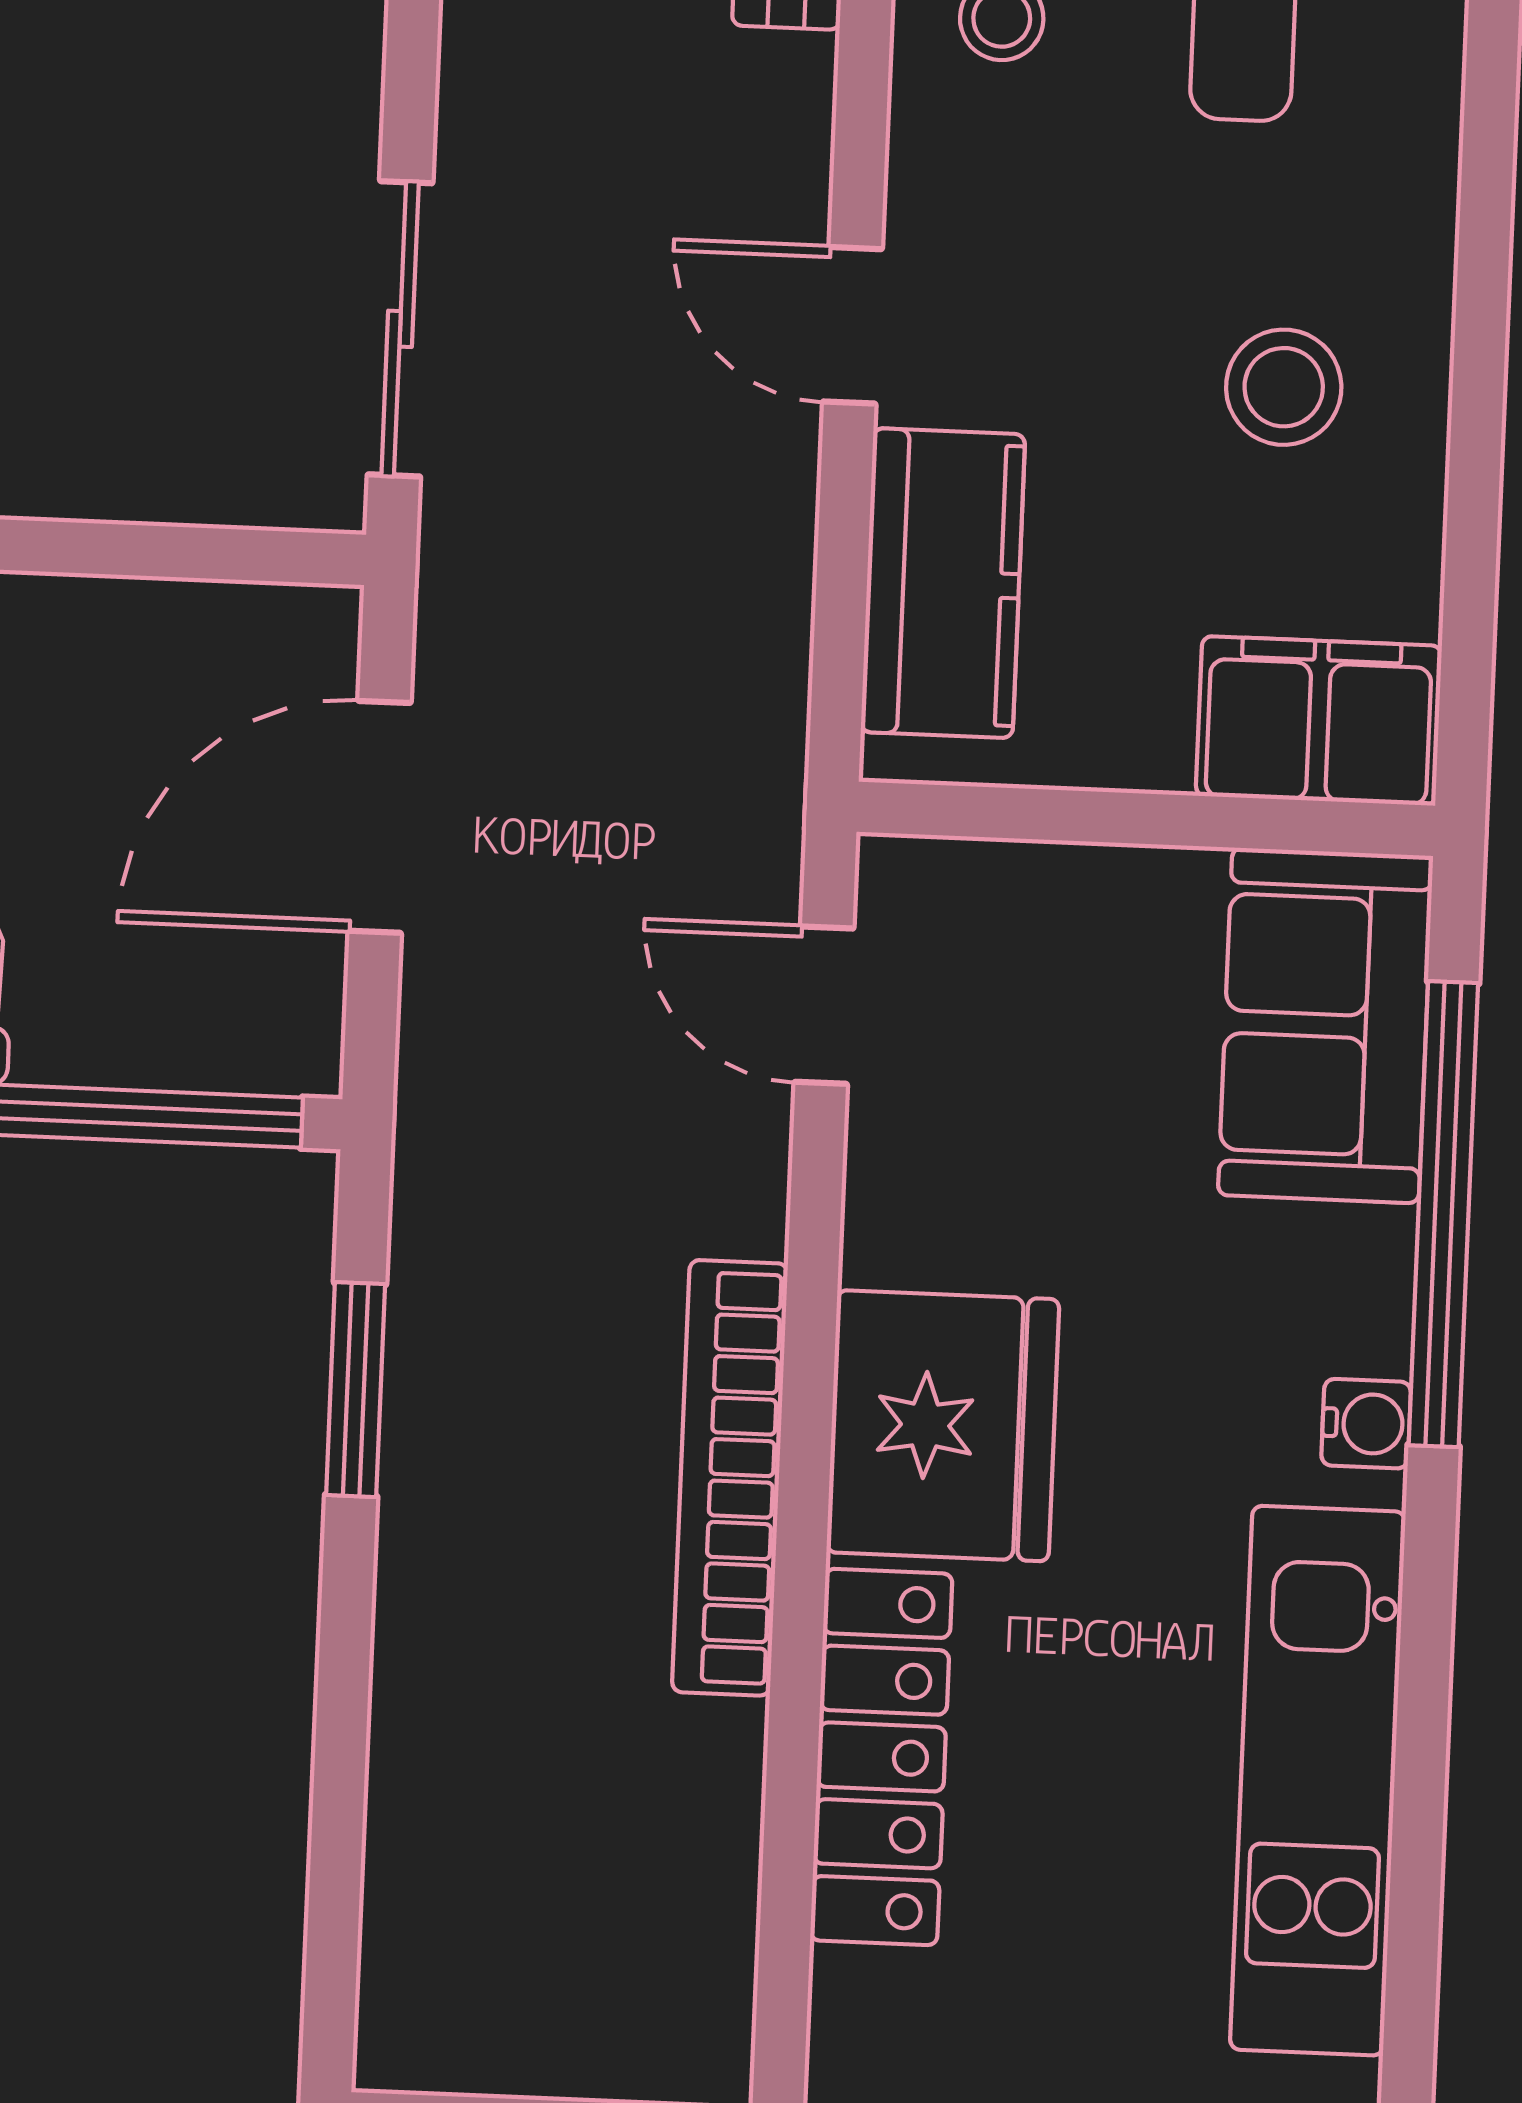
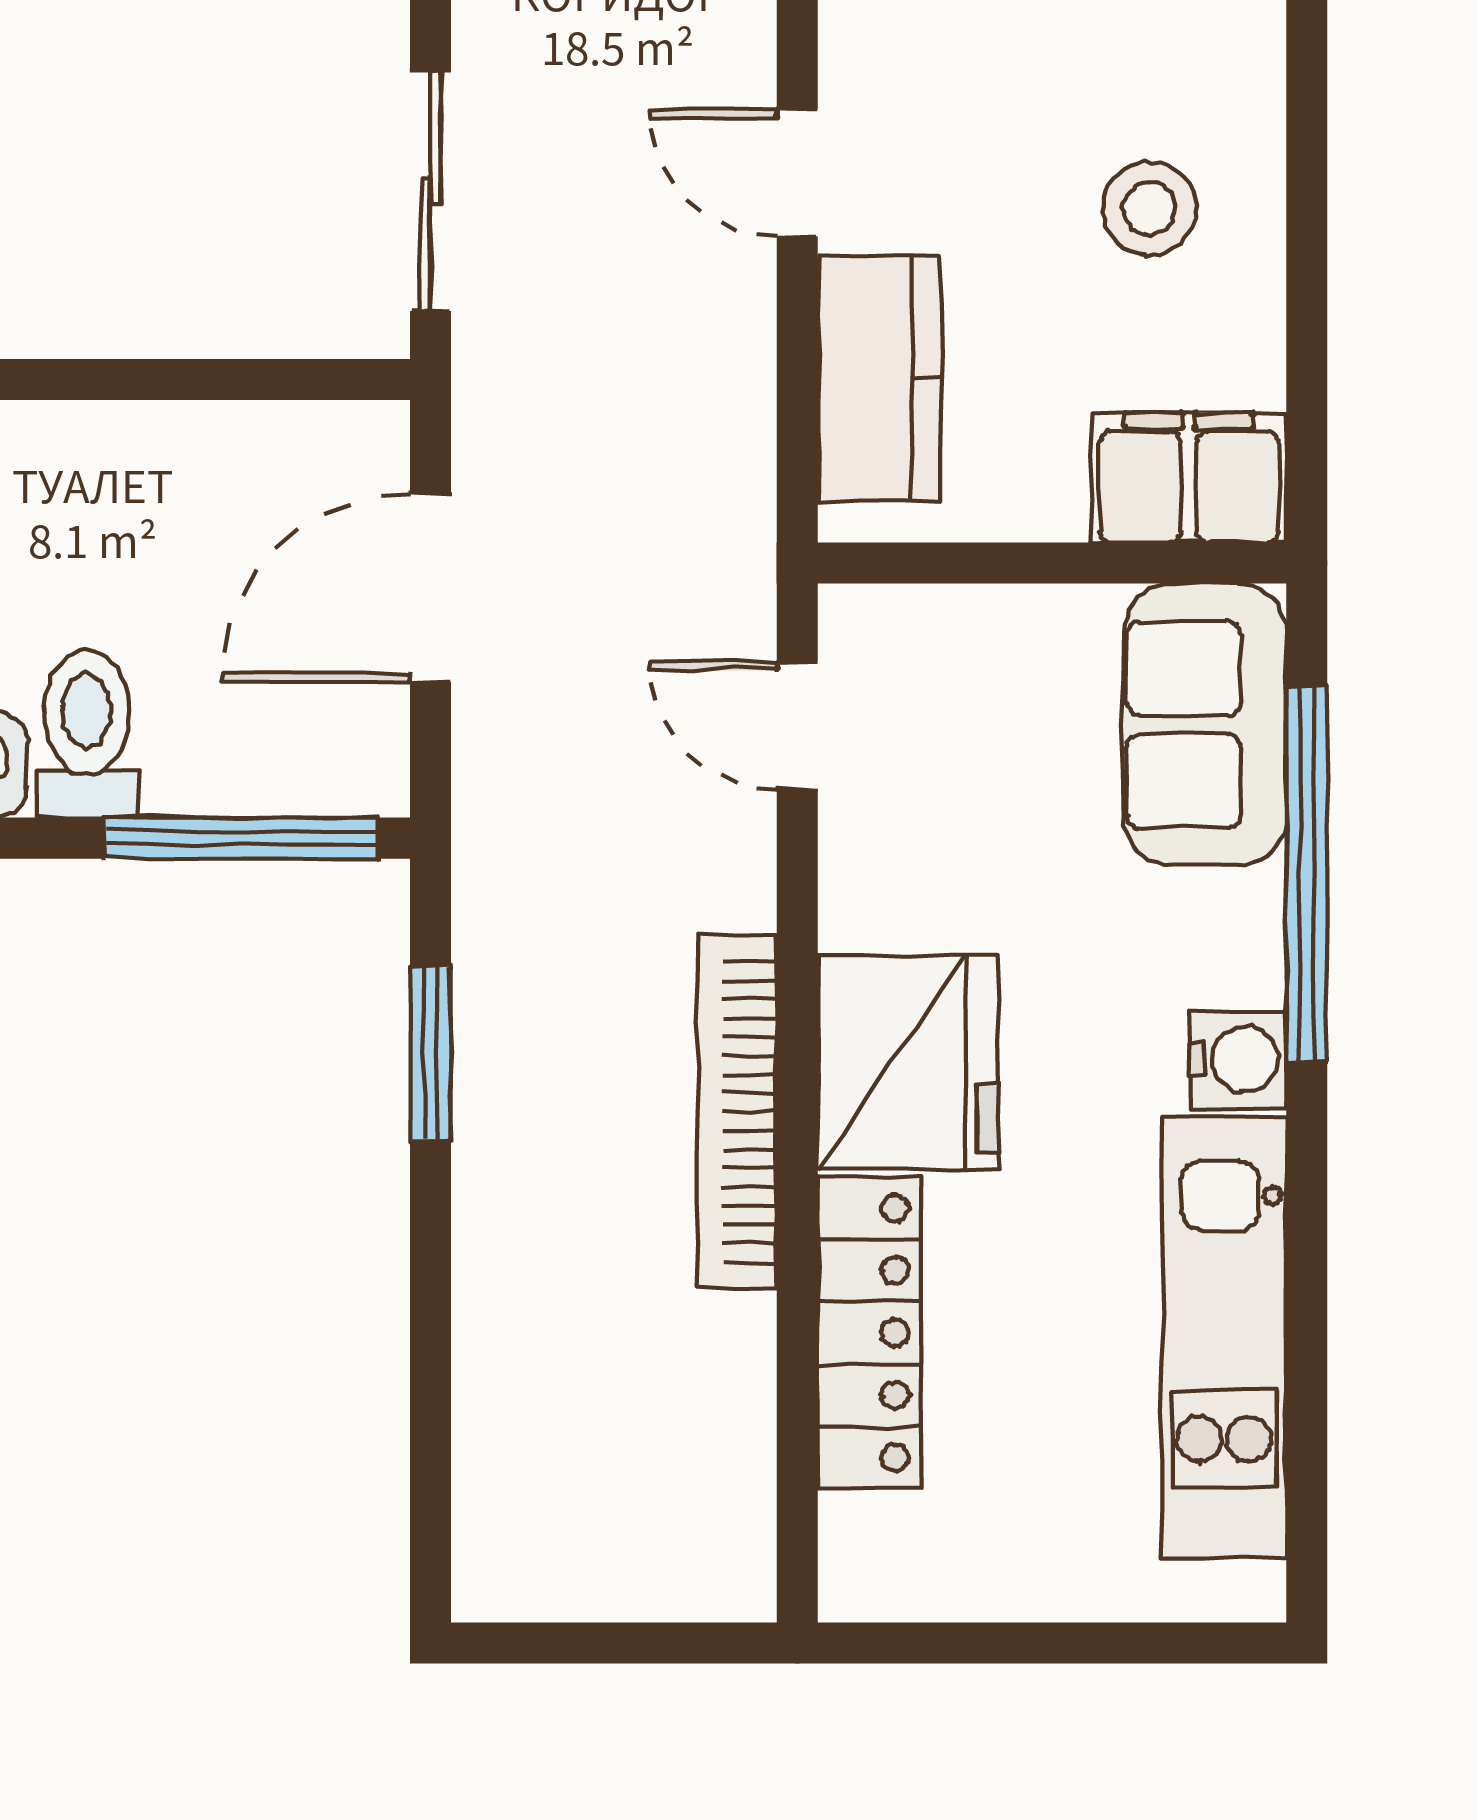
water cooler: (1366, 1424) -> (1238, 1060), width x1.38, depth x1.38

